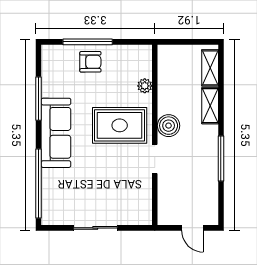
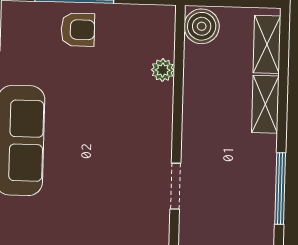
rug: (120, 125) -> (121, 131), removed
boiler: (169, 126) -> (202, 26), moved

